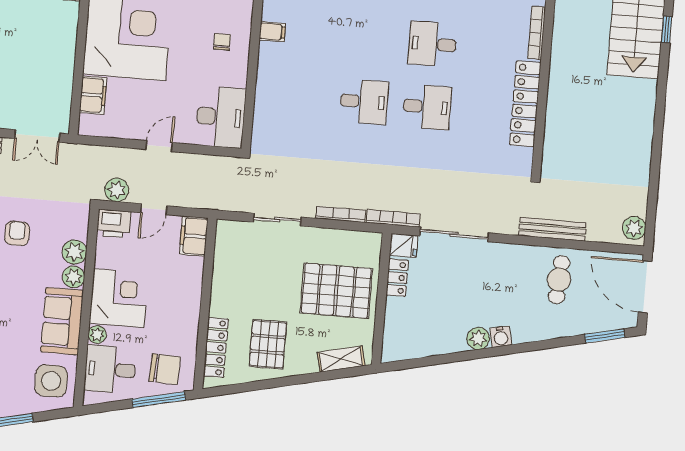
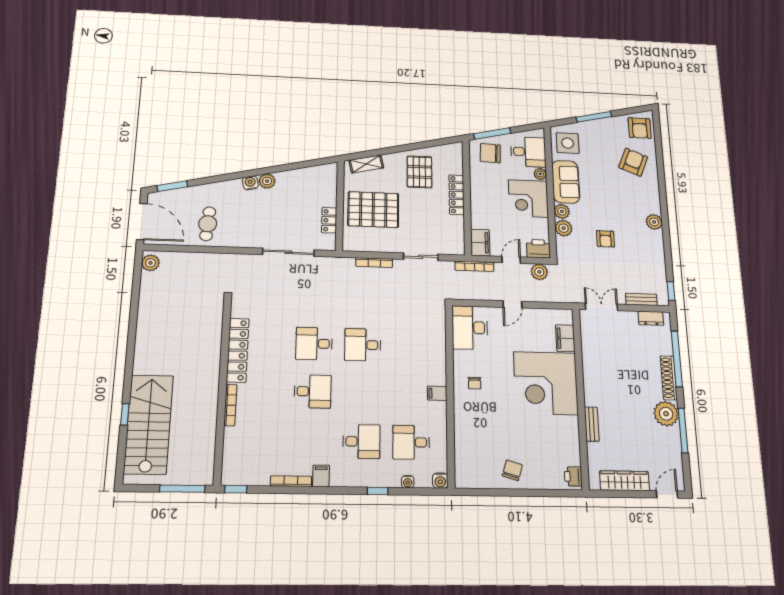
bookcase: (393, 218) -> (474, 266), moved
bench: (552, 229) -> (214, 259), removed
fridge: (403, 246) -> (326, 243), removed
locker: (216, 348) -> (457, 195), moved

